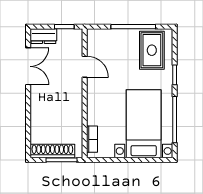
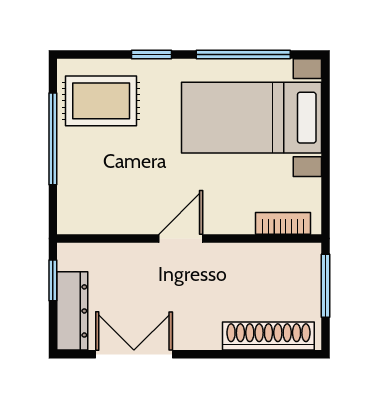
dresser: (43, 36) -> (72, 311), width x1.44
door: (85, 67) -> (181, 238), moved
shoe rack: (52, 151) -> (268, 336), moved, turned 90

